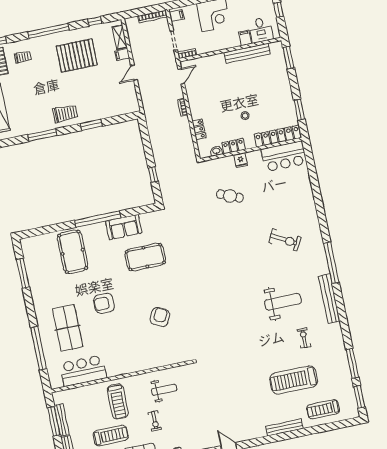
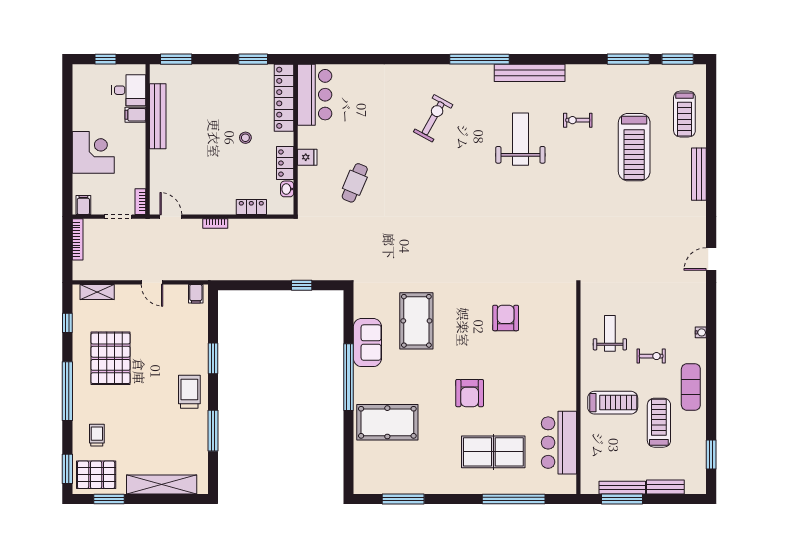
filing cabinet: (122, 55) -> (196, 294), moved
armchair: (160, 317) -> (506, 318), turned 64

